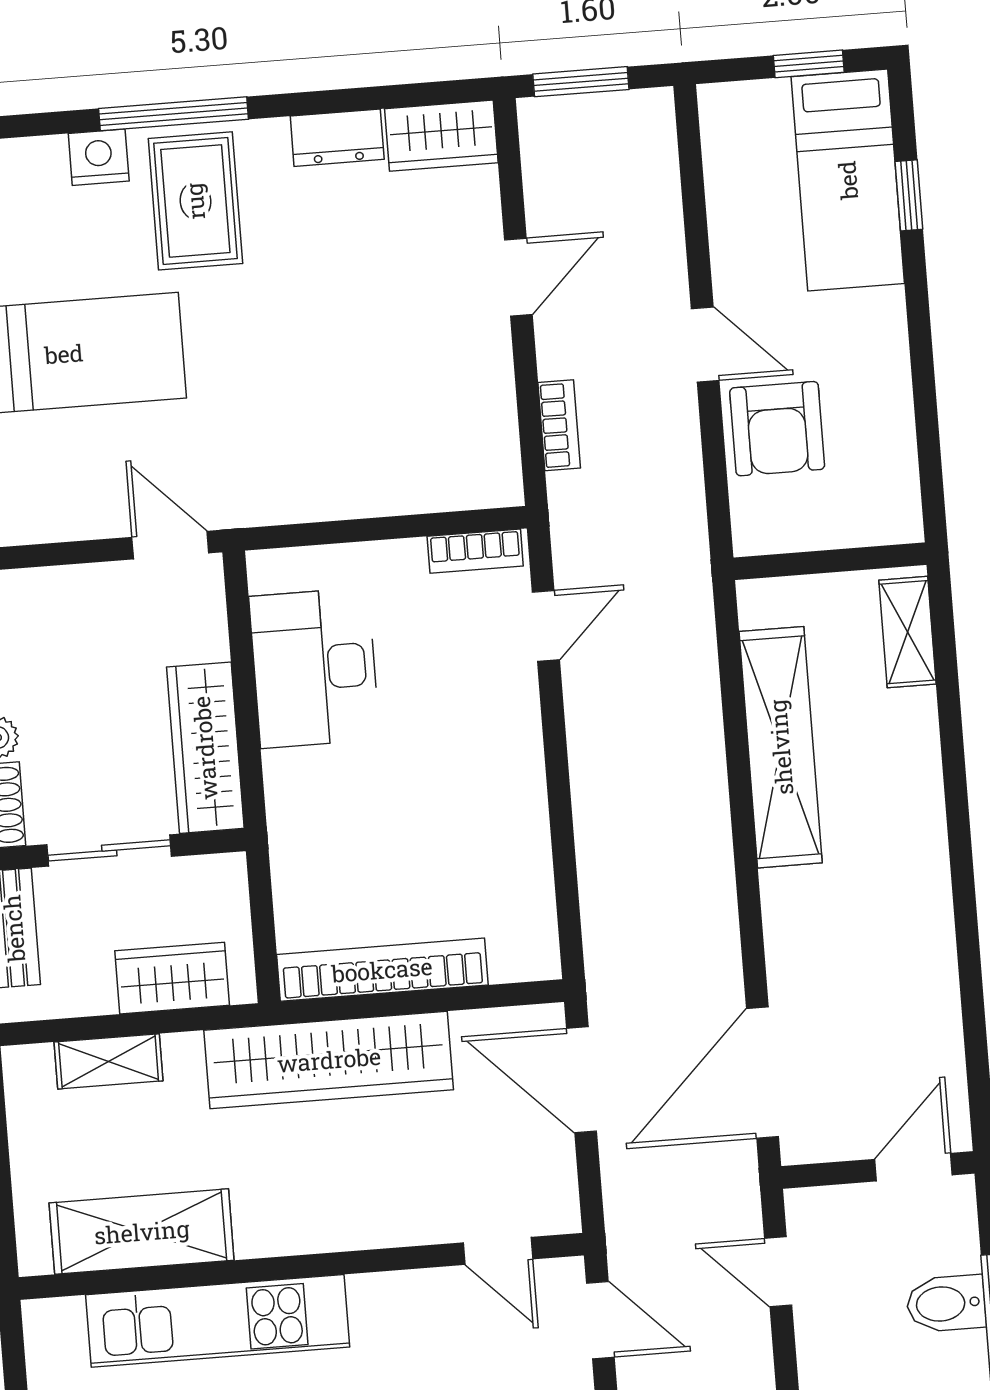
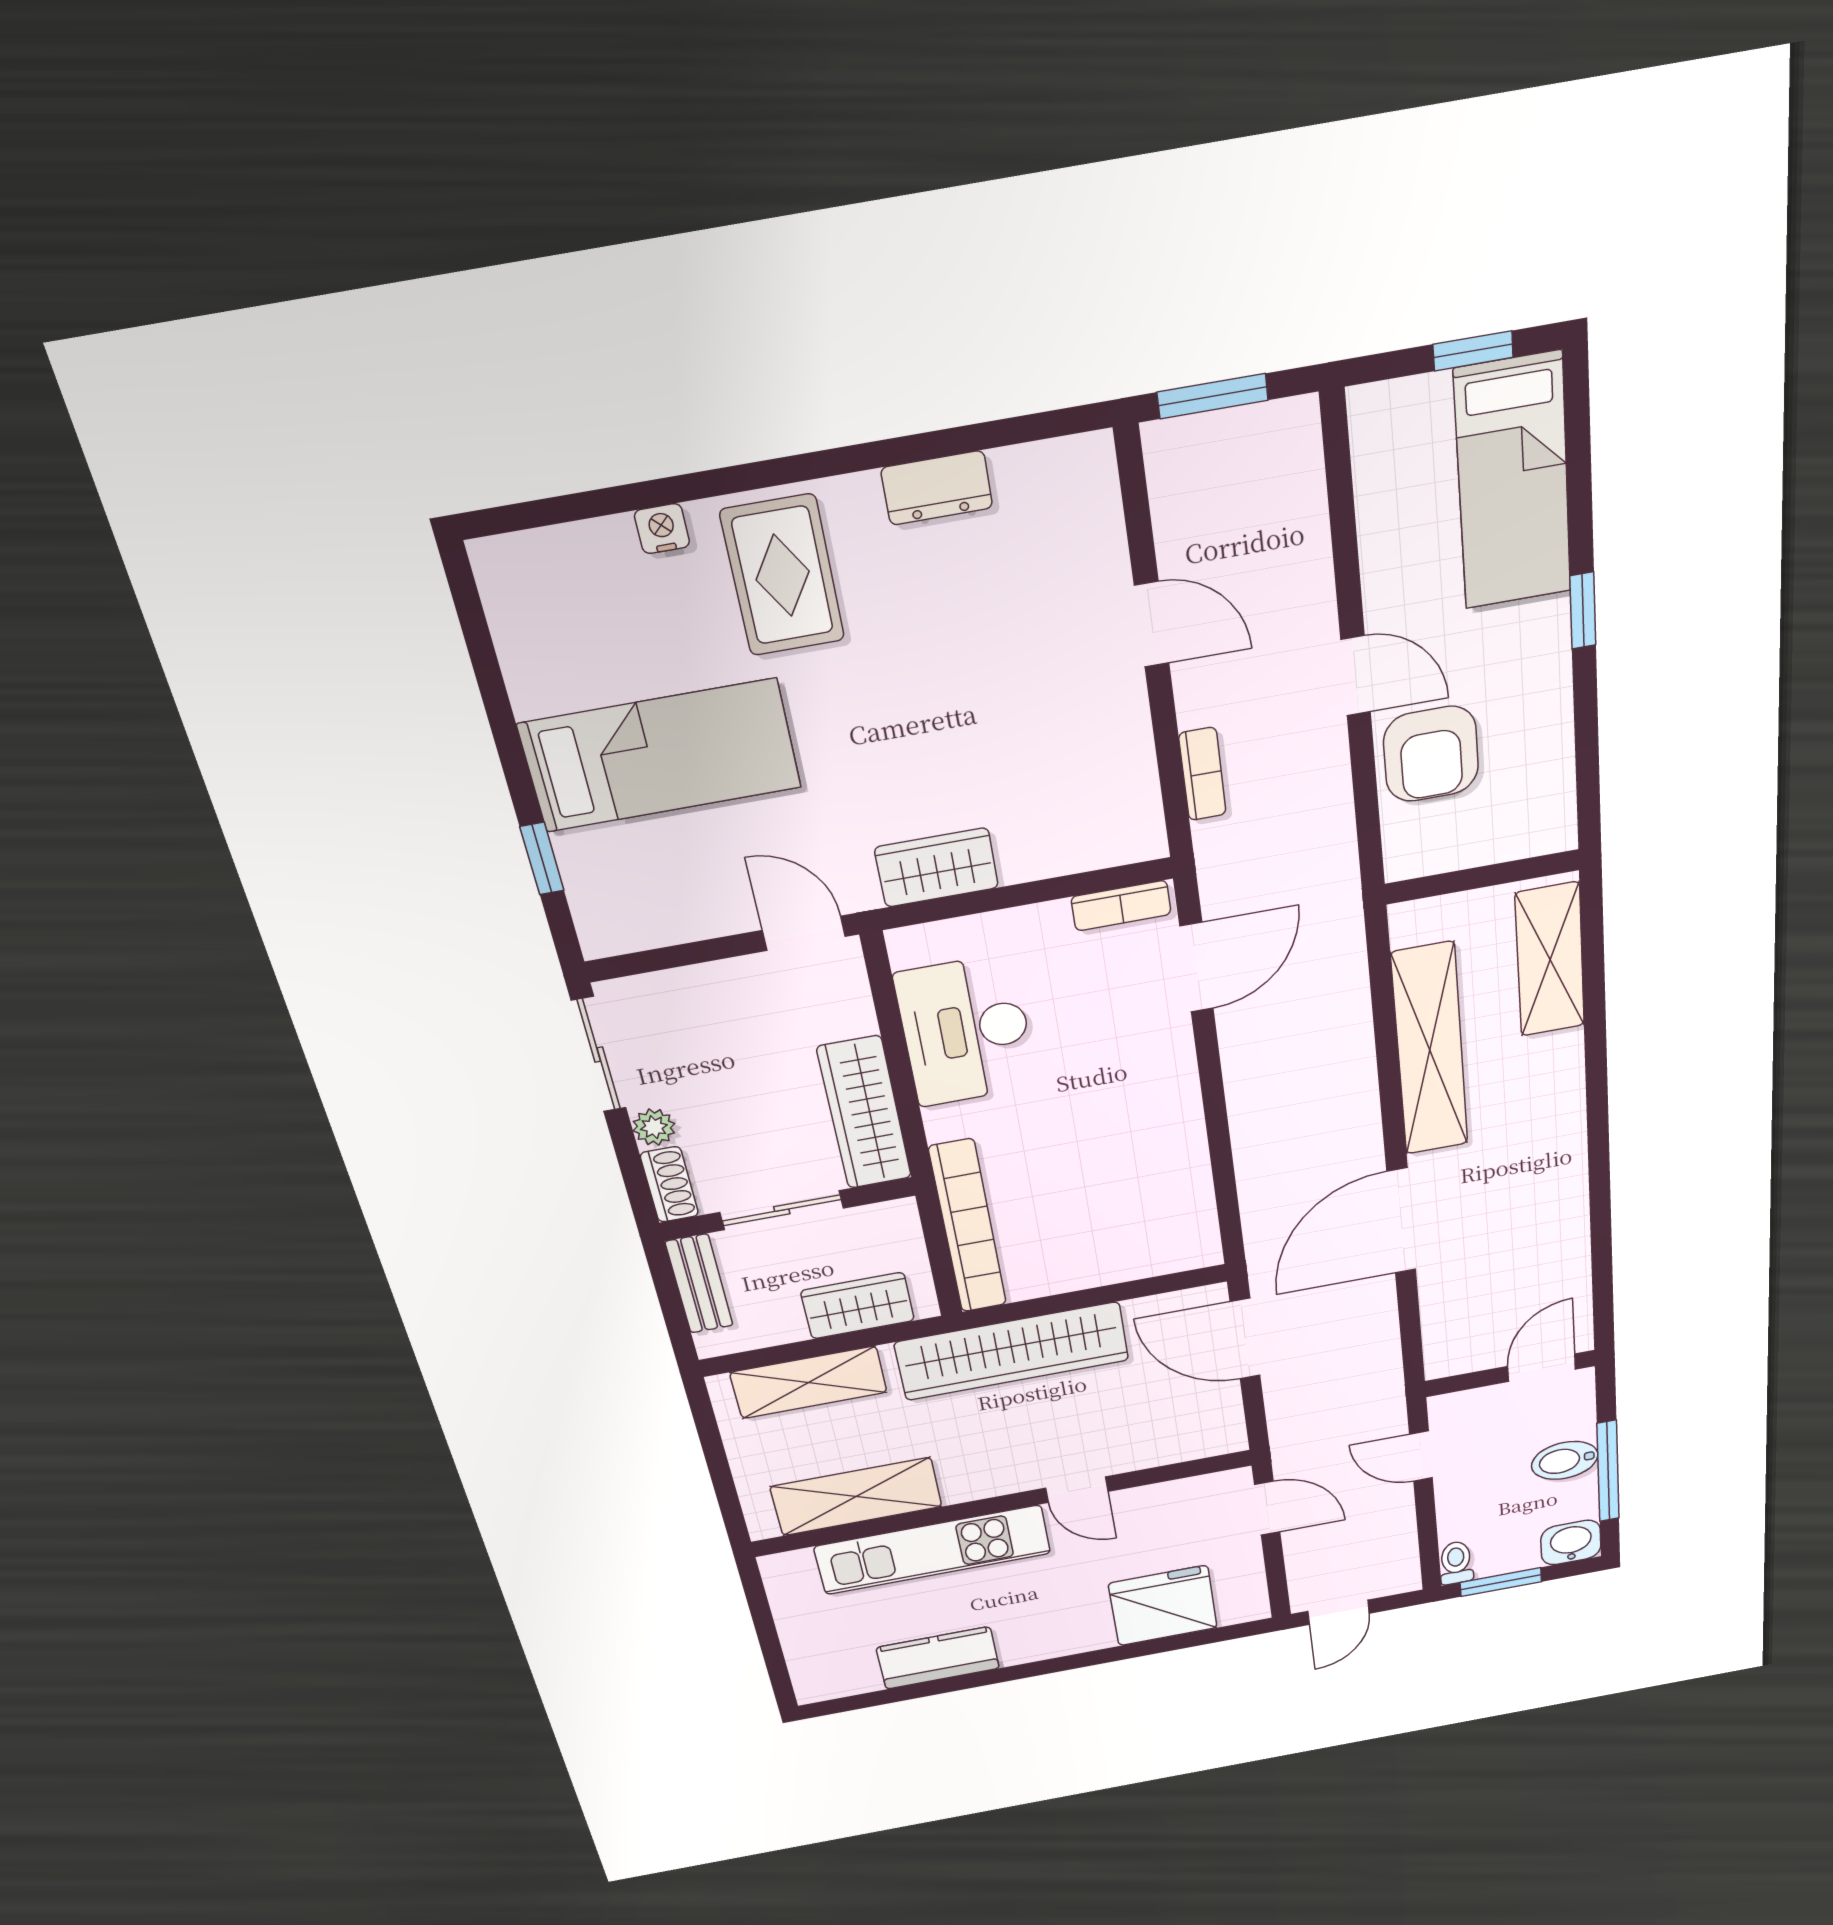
window: (173, 114) -> (744, 478), removed
wardrobe: (441, 136) -> (937, 868), moved, turned 180
nightstand: (99, 157) -> (662, 529), width x0.72, depth x0.74
window: (909, 195) -> (1583, 611), moved
door: (518, 277) -> (1152, 624), hinge flipped
door: (546, 626) -> (1197, 967), width x1.38
shelving: (908, 632) -> (1550, 960), width x1.50, depth x1.33
bookcase: (382, 970) -> (968, 1227), moved, turned 90
shelving: (109, 1061) -> (809, 1382), width x1.50, depth x1.33
door: (762, 1073) -> (1401, 1221), moved
door: (498, 1251) -> (1077, 1490), moved

